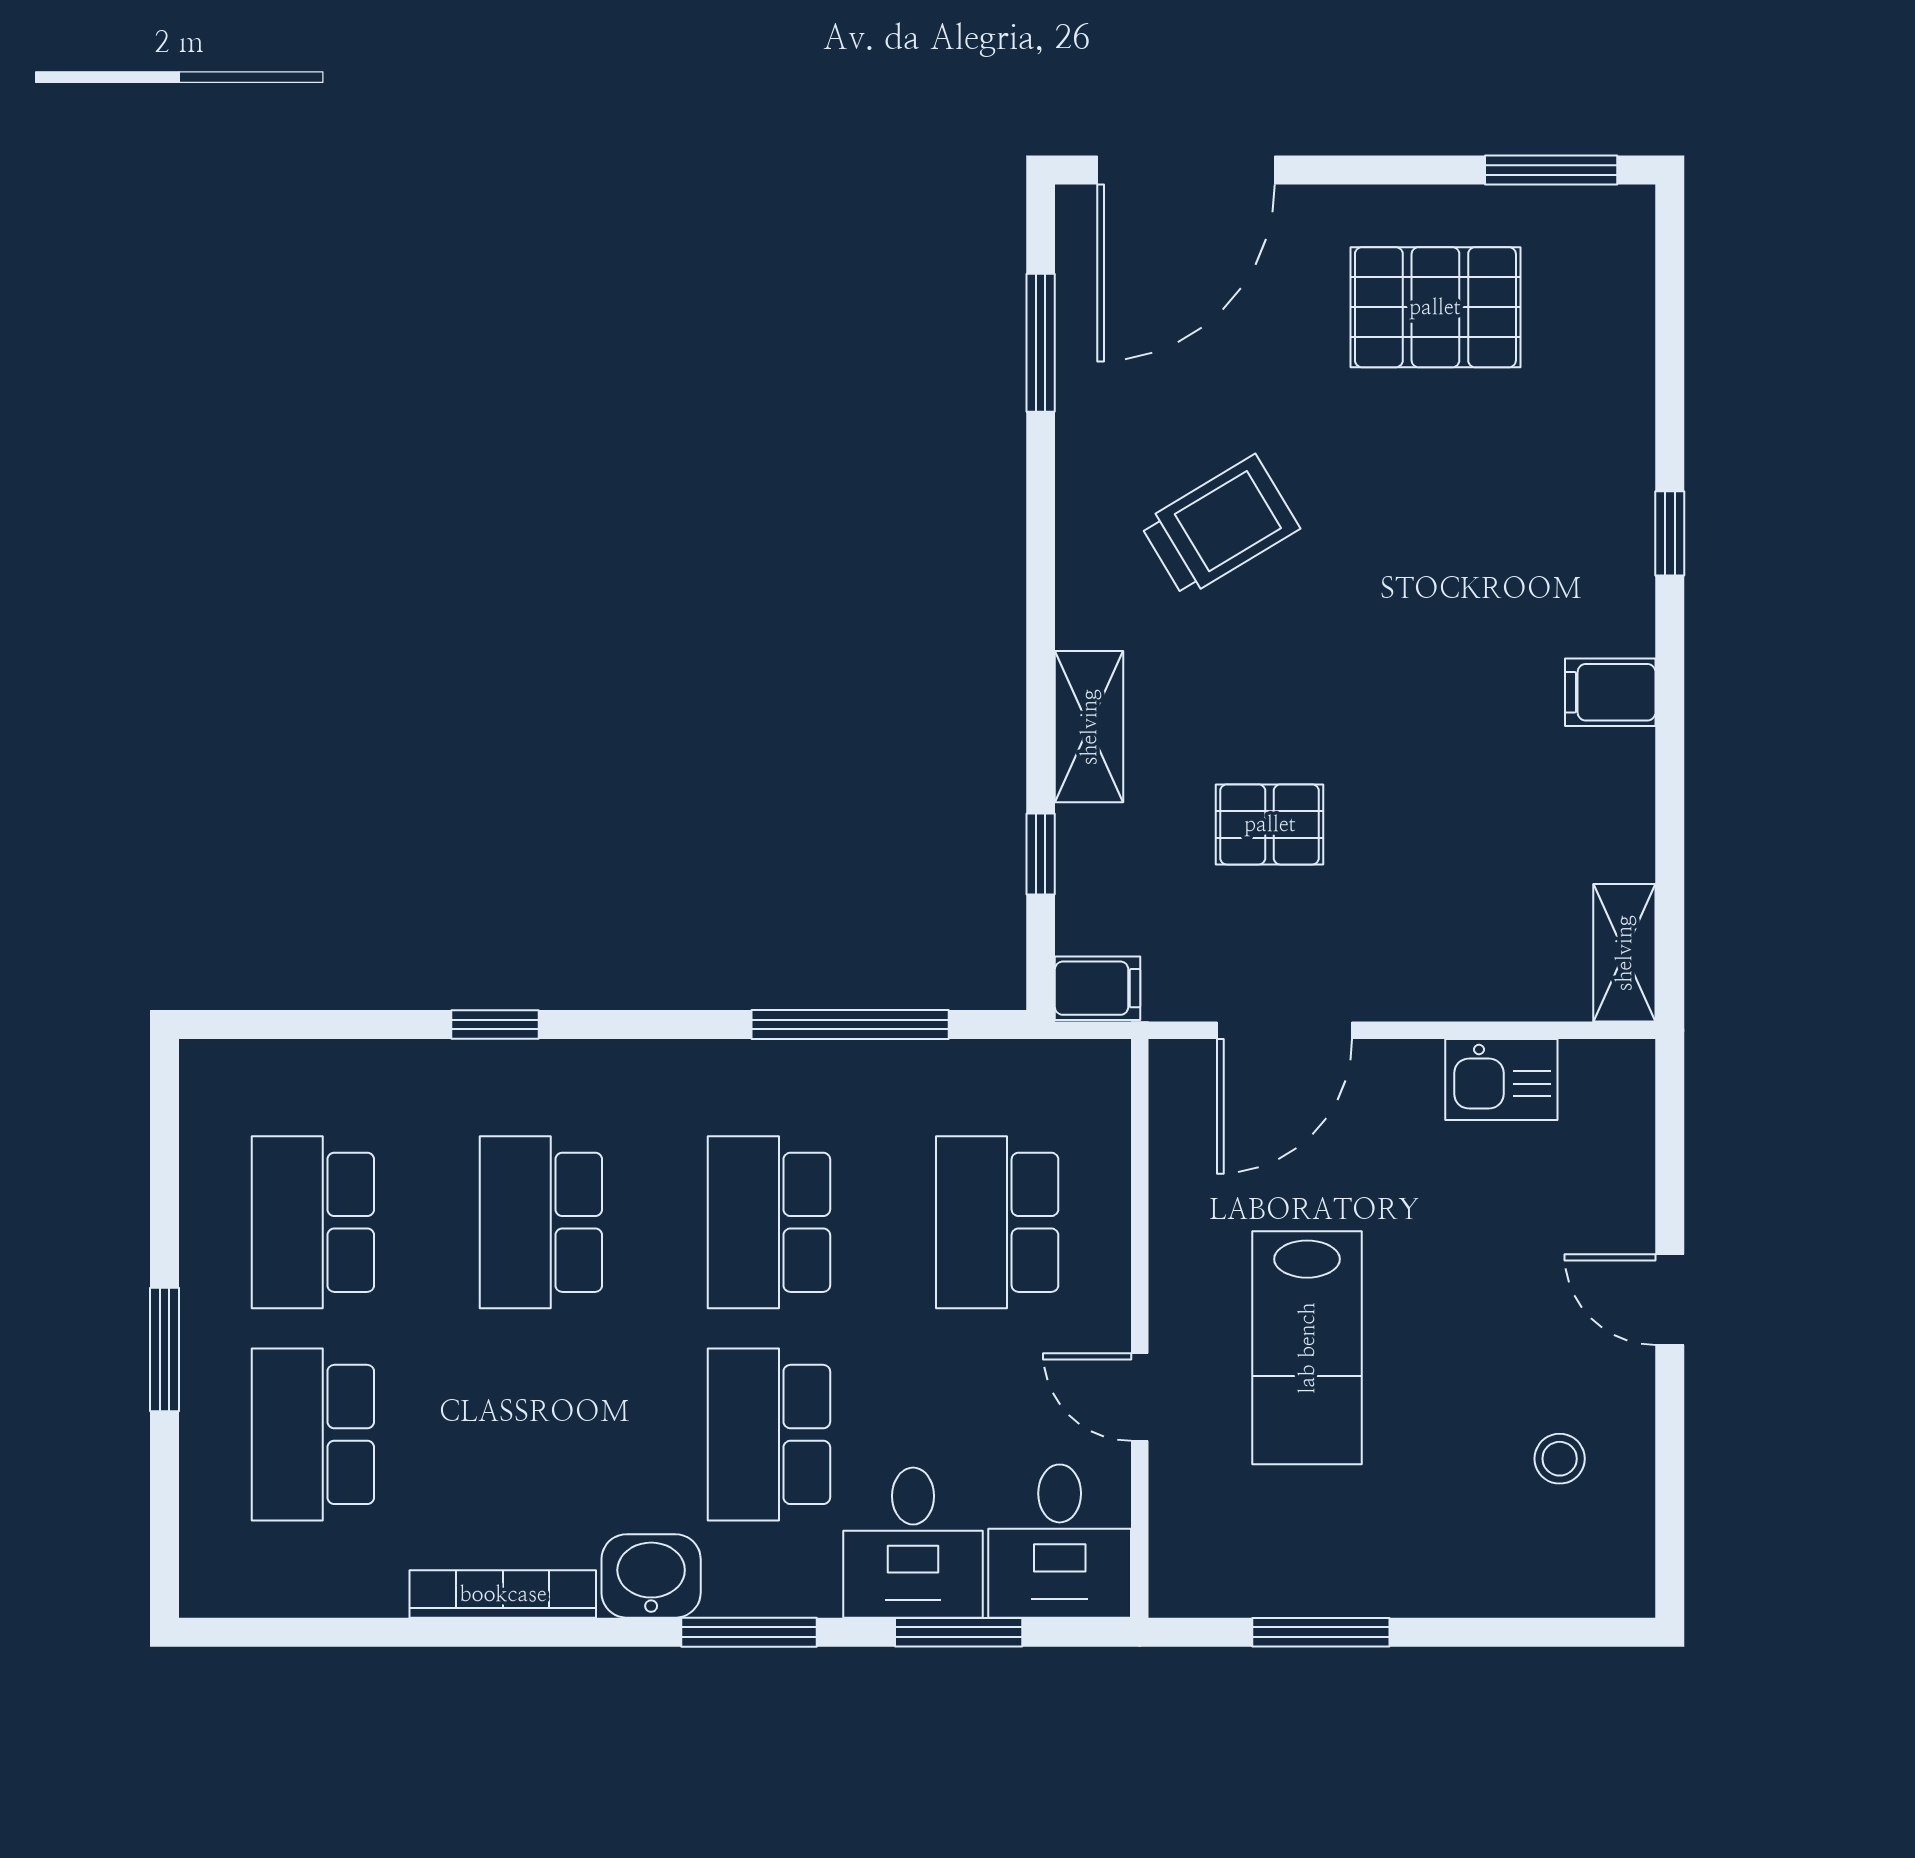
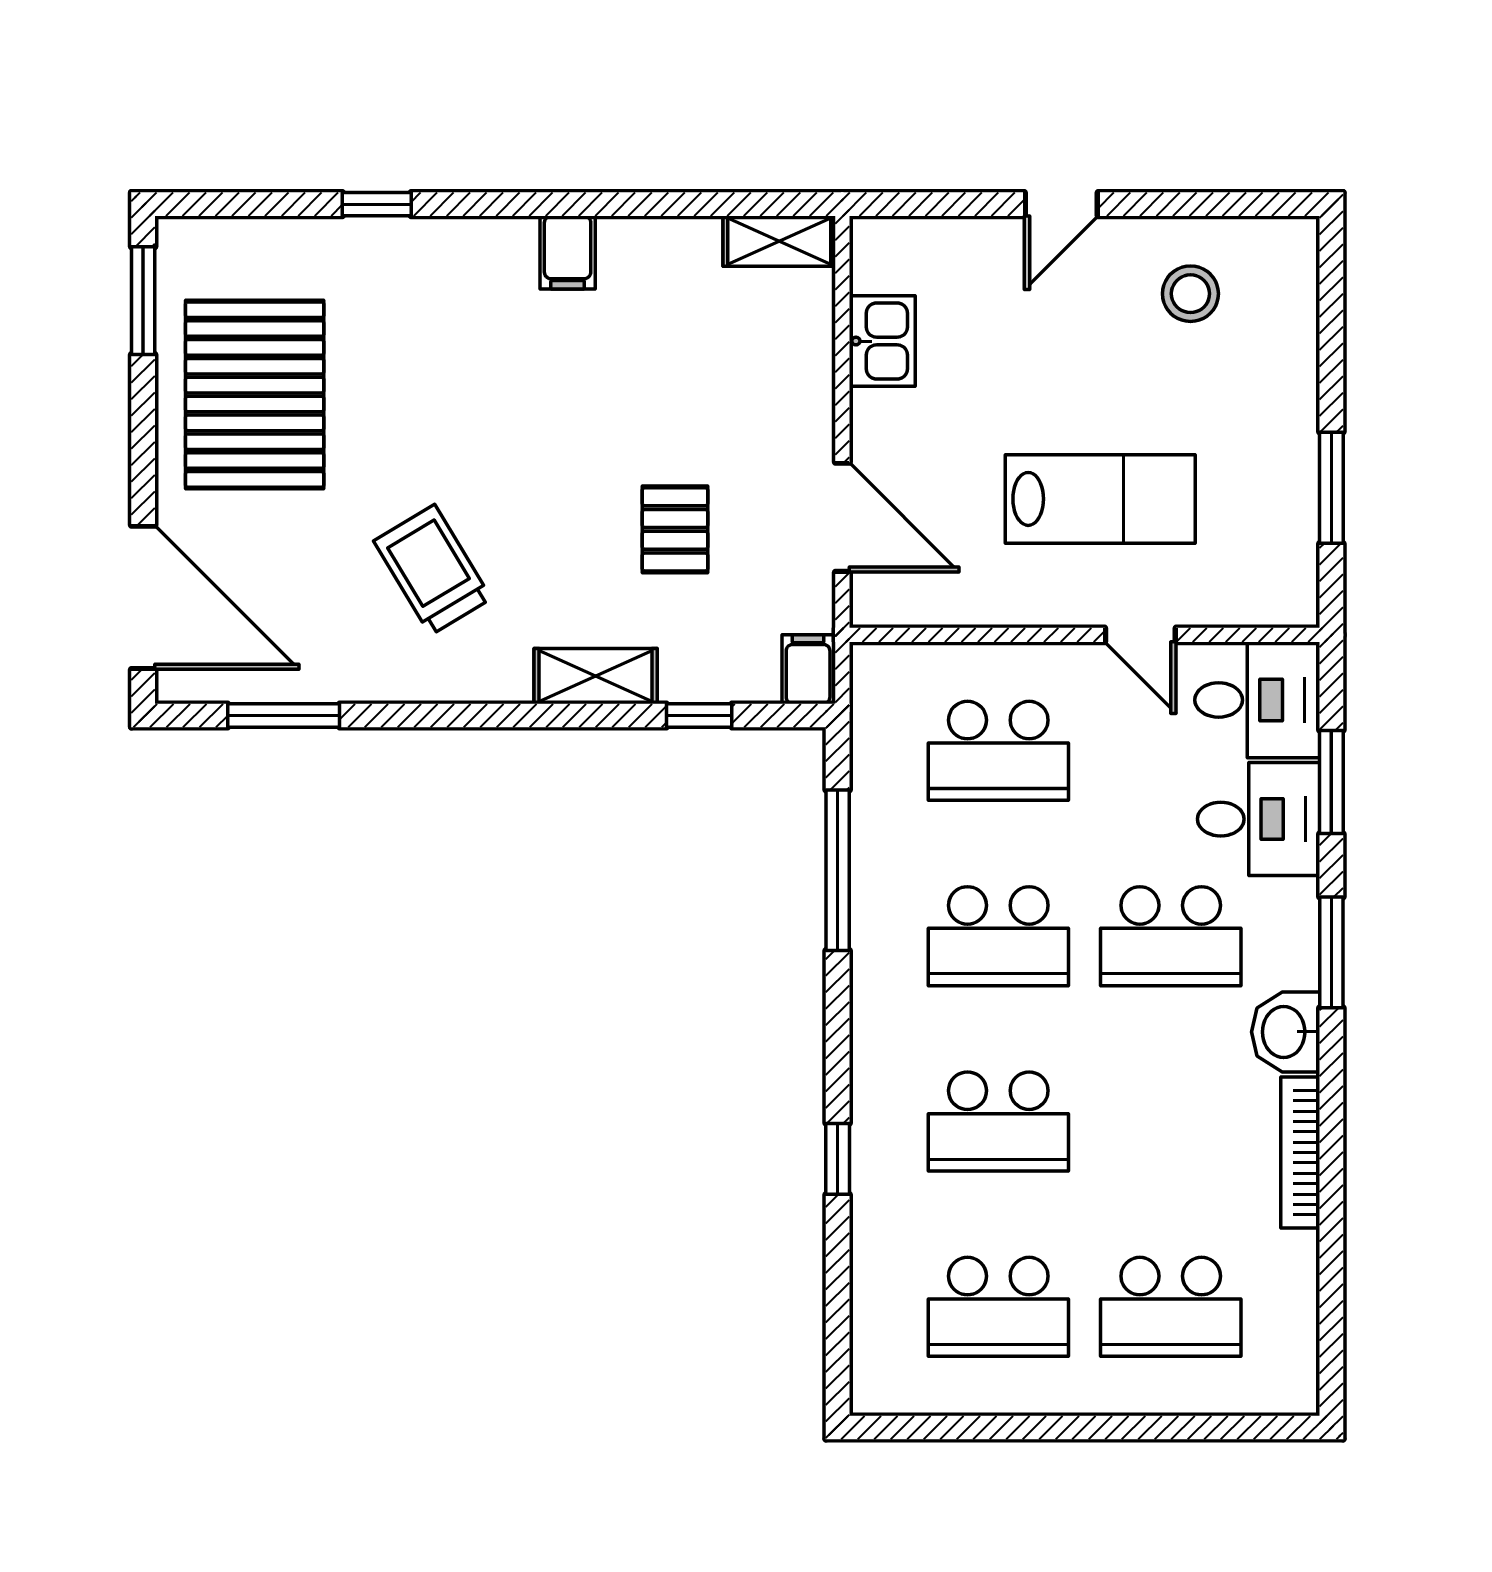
pallet: (1435, 307) -> (255, 395), width x1.37, depth x1.41
window: (1670, 533) -> (377, 204), moved
window: (164, 1349) -> (1102, 1427), removed
door: (1140, 1397) -> (1140, 635), hinge flipped
stool: (1560, 1459) -> (1190, 294), width x1.37, depth x1.37

